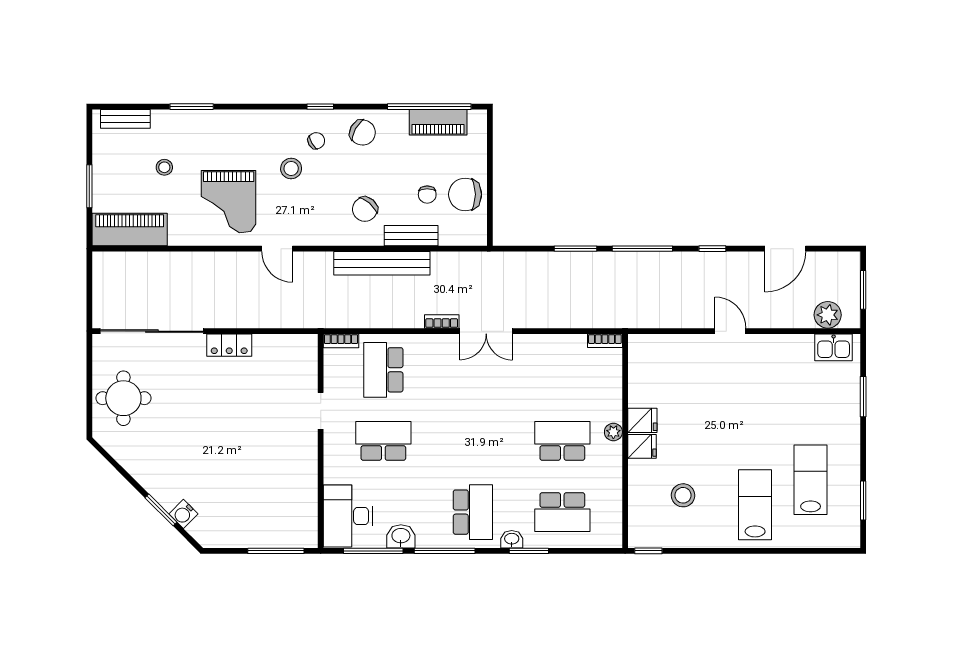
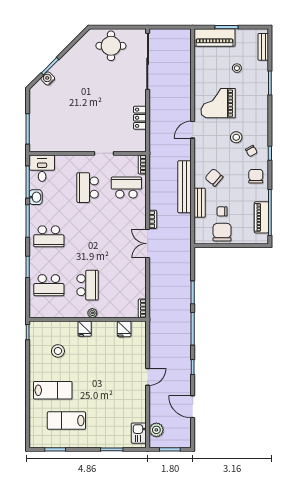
chair: (363, 133) -> (256, 176), turned 151
piano: (130, 230) -> (214, 38), moved, turned 90
locker: (229, 345) -> (140, 118), moved
fridge: (642, 420) -> (124, 329), moved
school desk: (383, 441) -> (88, 188), turned 180
lab bench: (811, 480) -> (66, 421), turned 180
school desk: (562, 512) -> (49, 285), turned -90
desk: (348, 516) -> (42, 168), width x0.73
washbasin: (512, 539) -> (34, 258), removed

